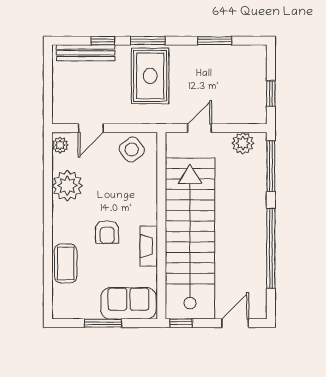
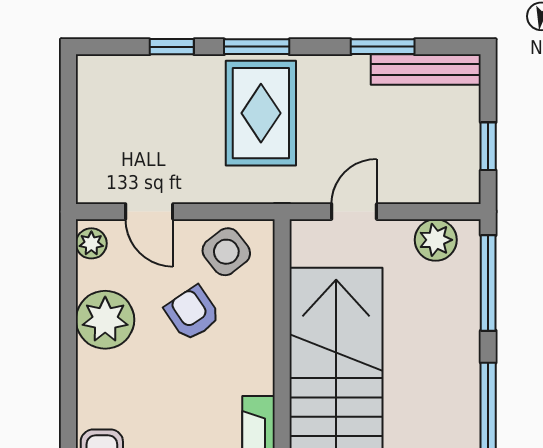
bench: (86, 53) -> (426, 70), moved
door: (91, 128) -> (149, 212), hinge flipped
armchair: (107, 232) -> (192, 313), moved, turned 146

